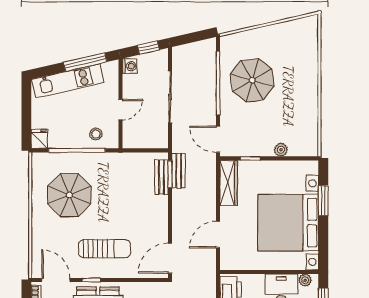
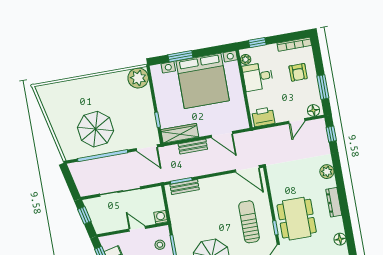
washing machine: (130, 66) -> (161, 217), moved
door: (218, 139) -> (147, 148), hinge flipped
plant: (281, 150) -> (138, 78), moved, width x1.87, depth x1.87
bench: (179, 171) -> (193, 147), moved

